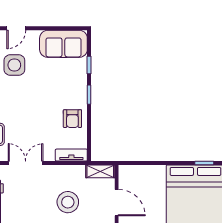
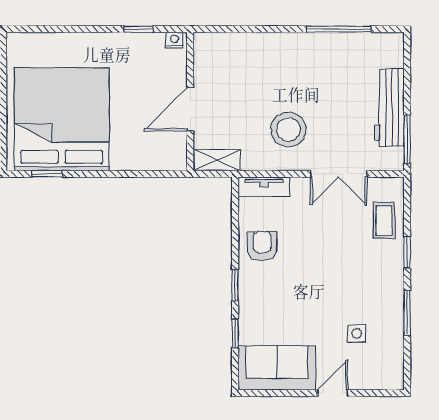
door: (16, 28) -> (333, 393), moved
side table: (14, 65) -> (357, 333), width x0.54, depth x0.54
stool: (68, 202) -> (288, 129), moved
door: (117, 203) -> (190, 109), hinge flipped

